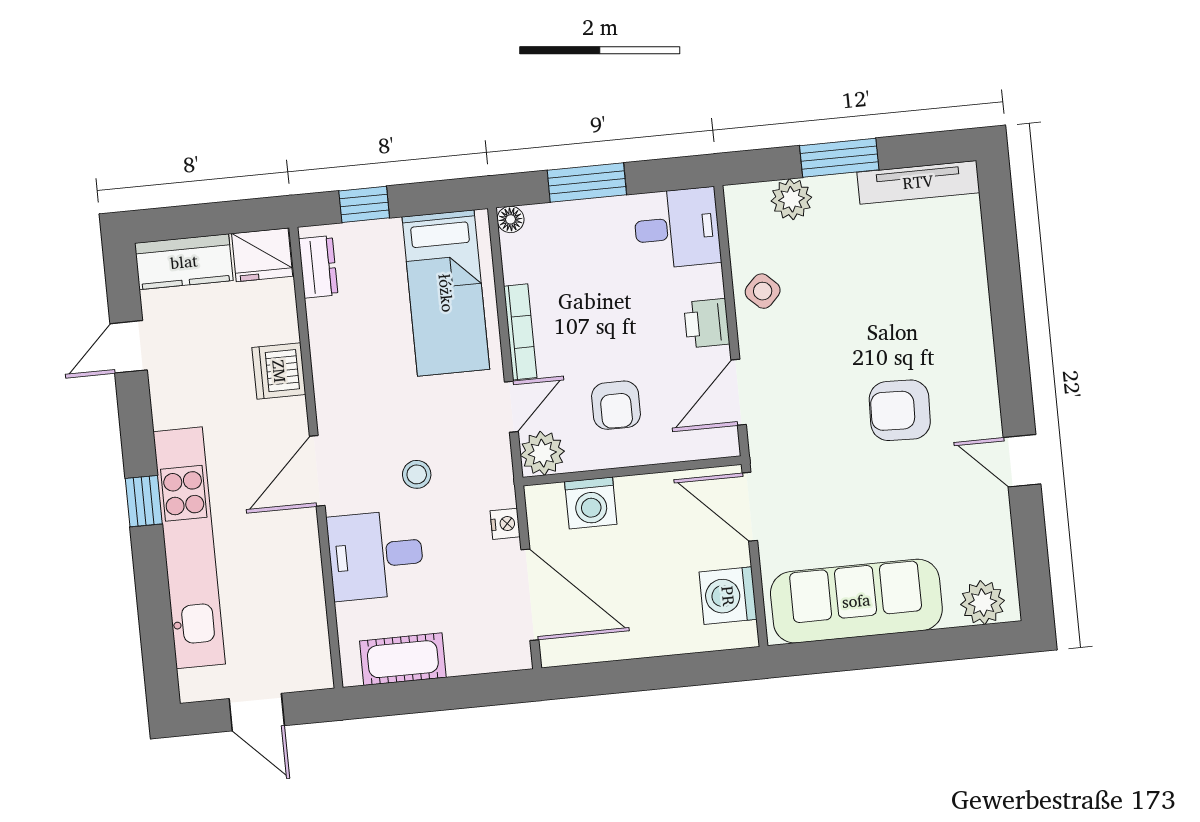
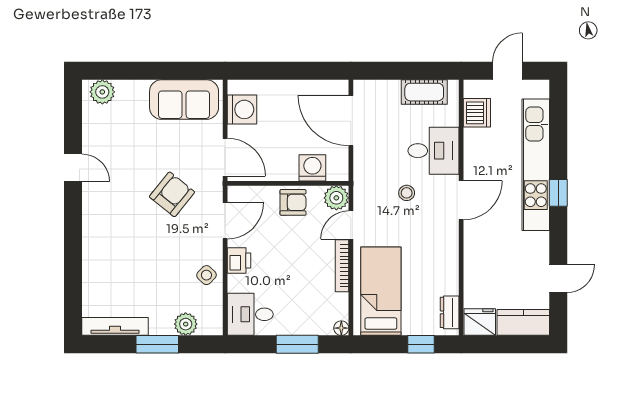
dishwasher: (279, 371) -> (477, 113), moved
armchair: (616, 405) -> (293, 202), moved, turned 90
armchair: (900, 410) -> (172, 194), moved, turned -53
nightstand: (505, 524) -> (361, 161), removed
sofa: (856, 601) -> (184, 100), width x0.73
door: (257, 712) -> (507, 71), hinge flipped

